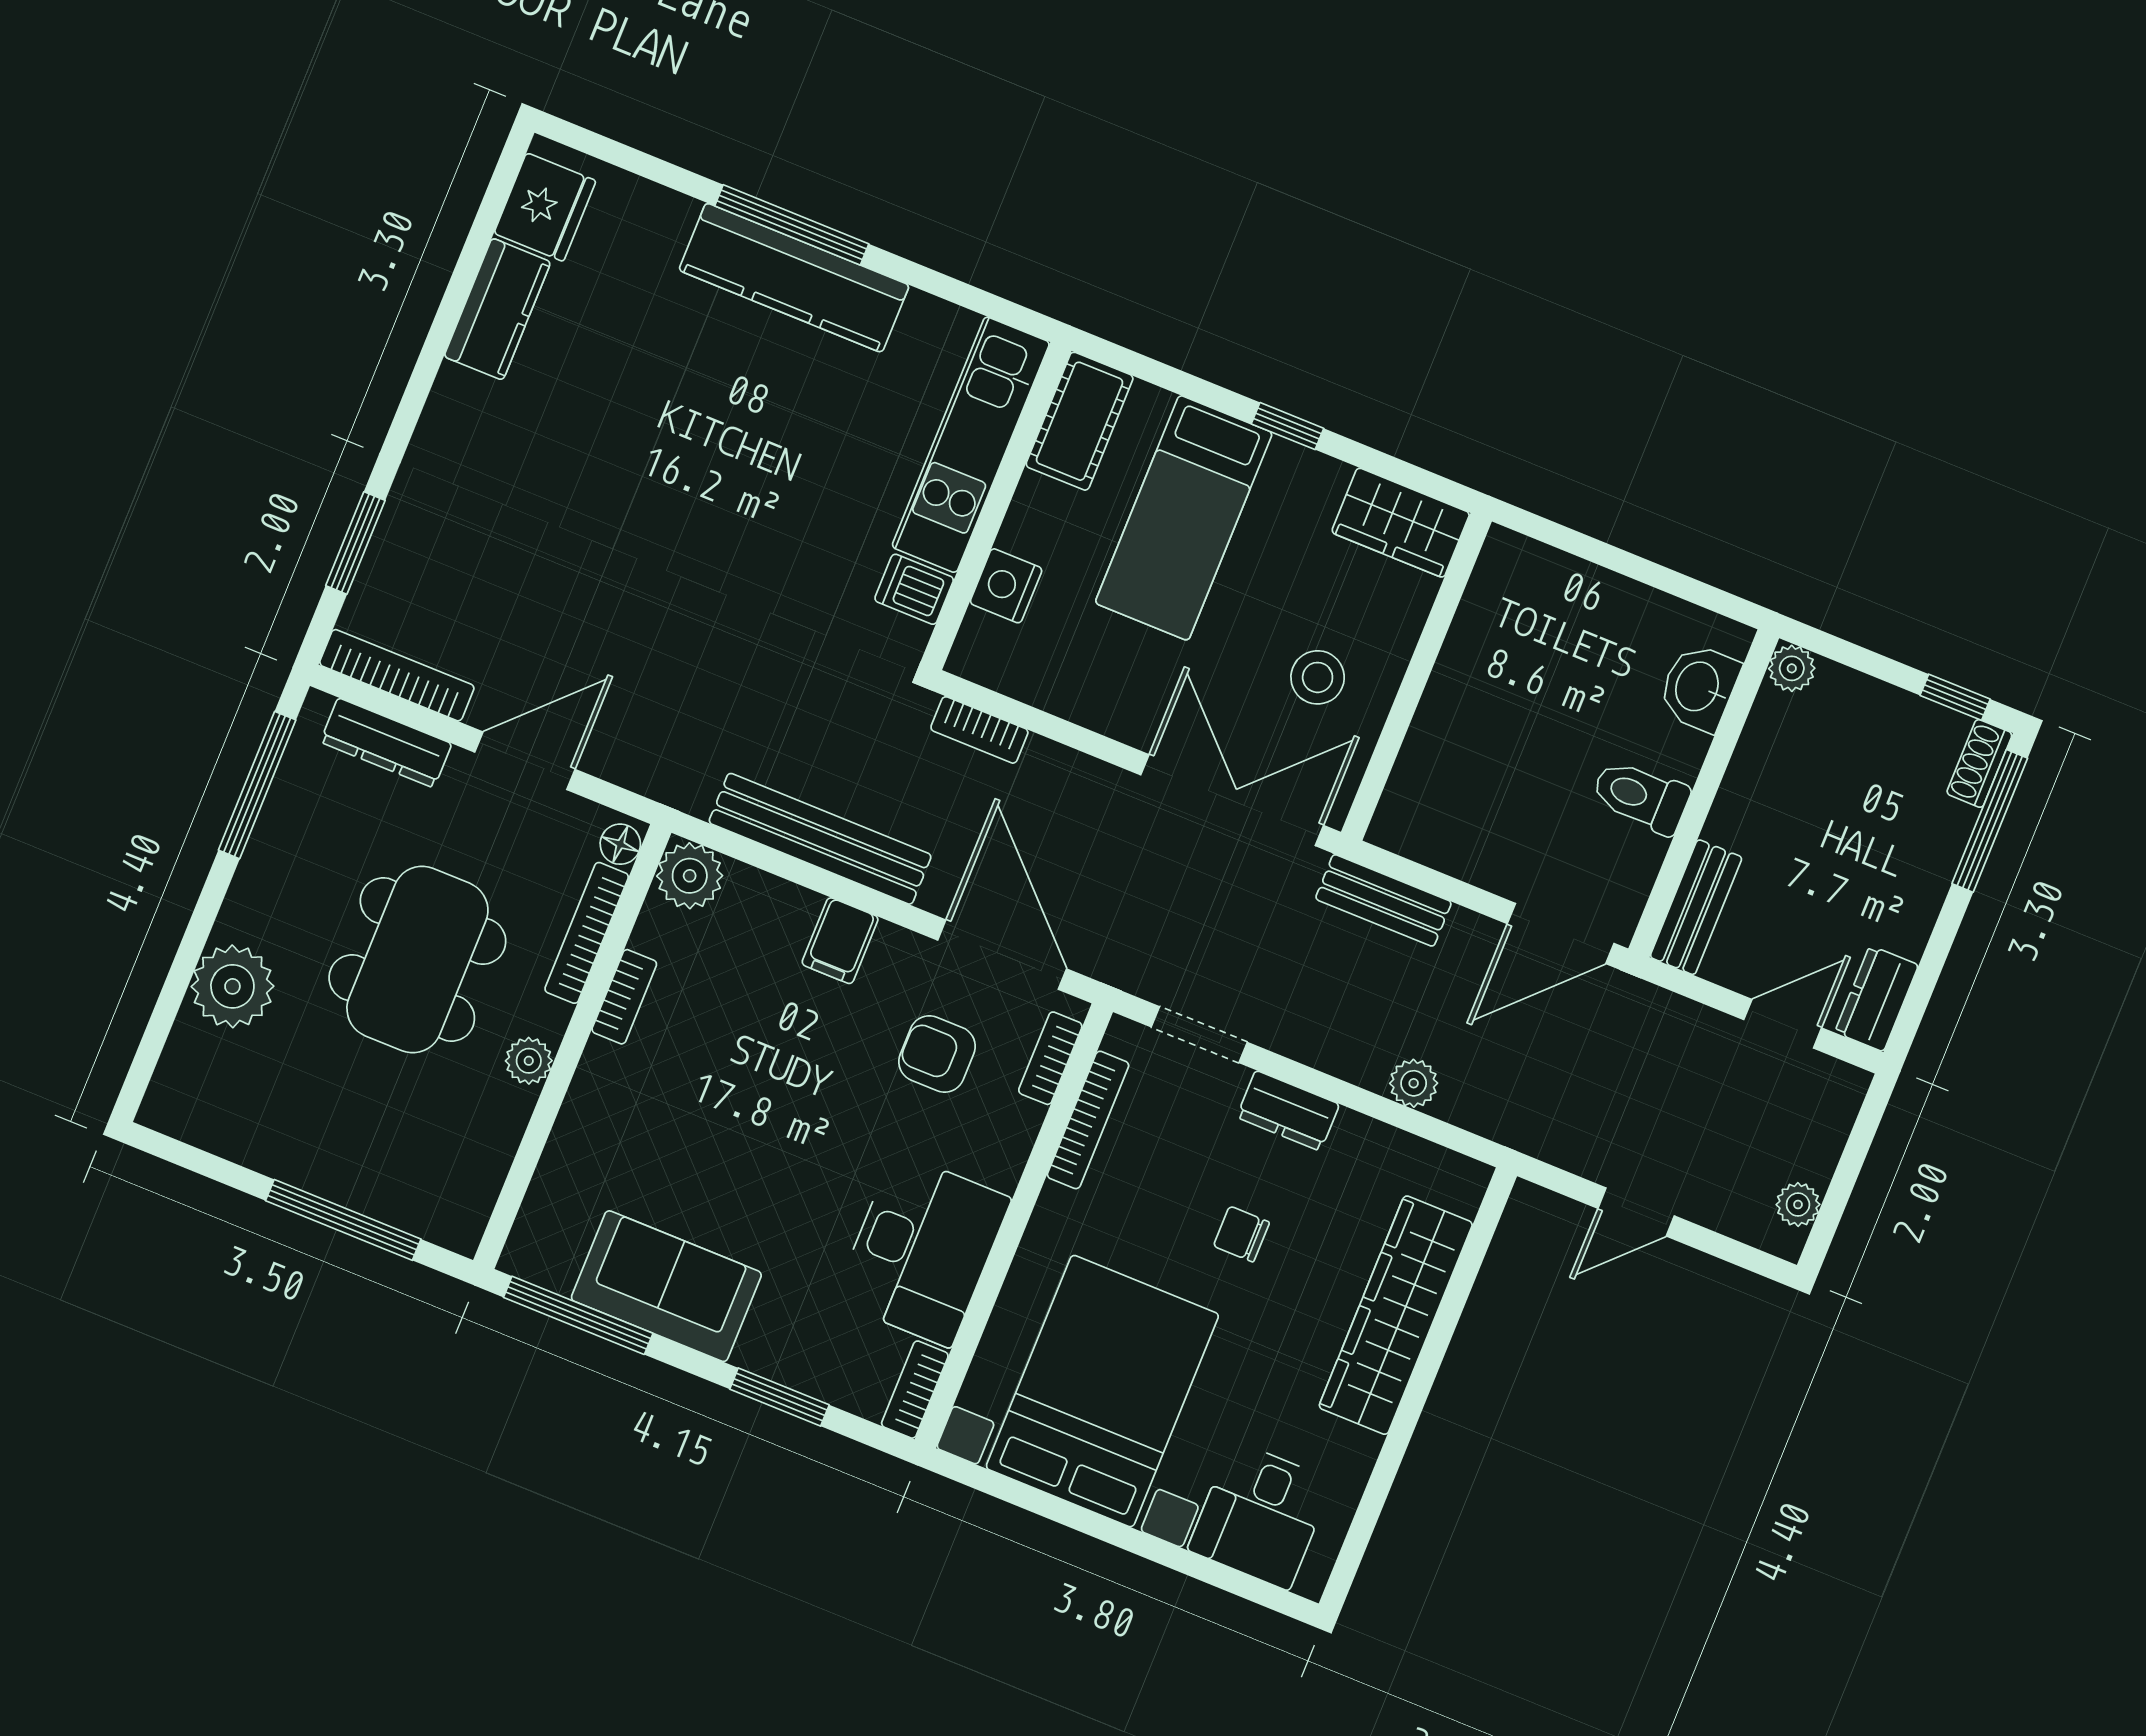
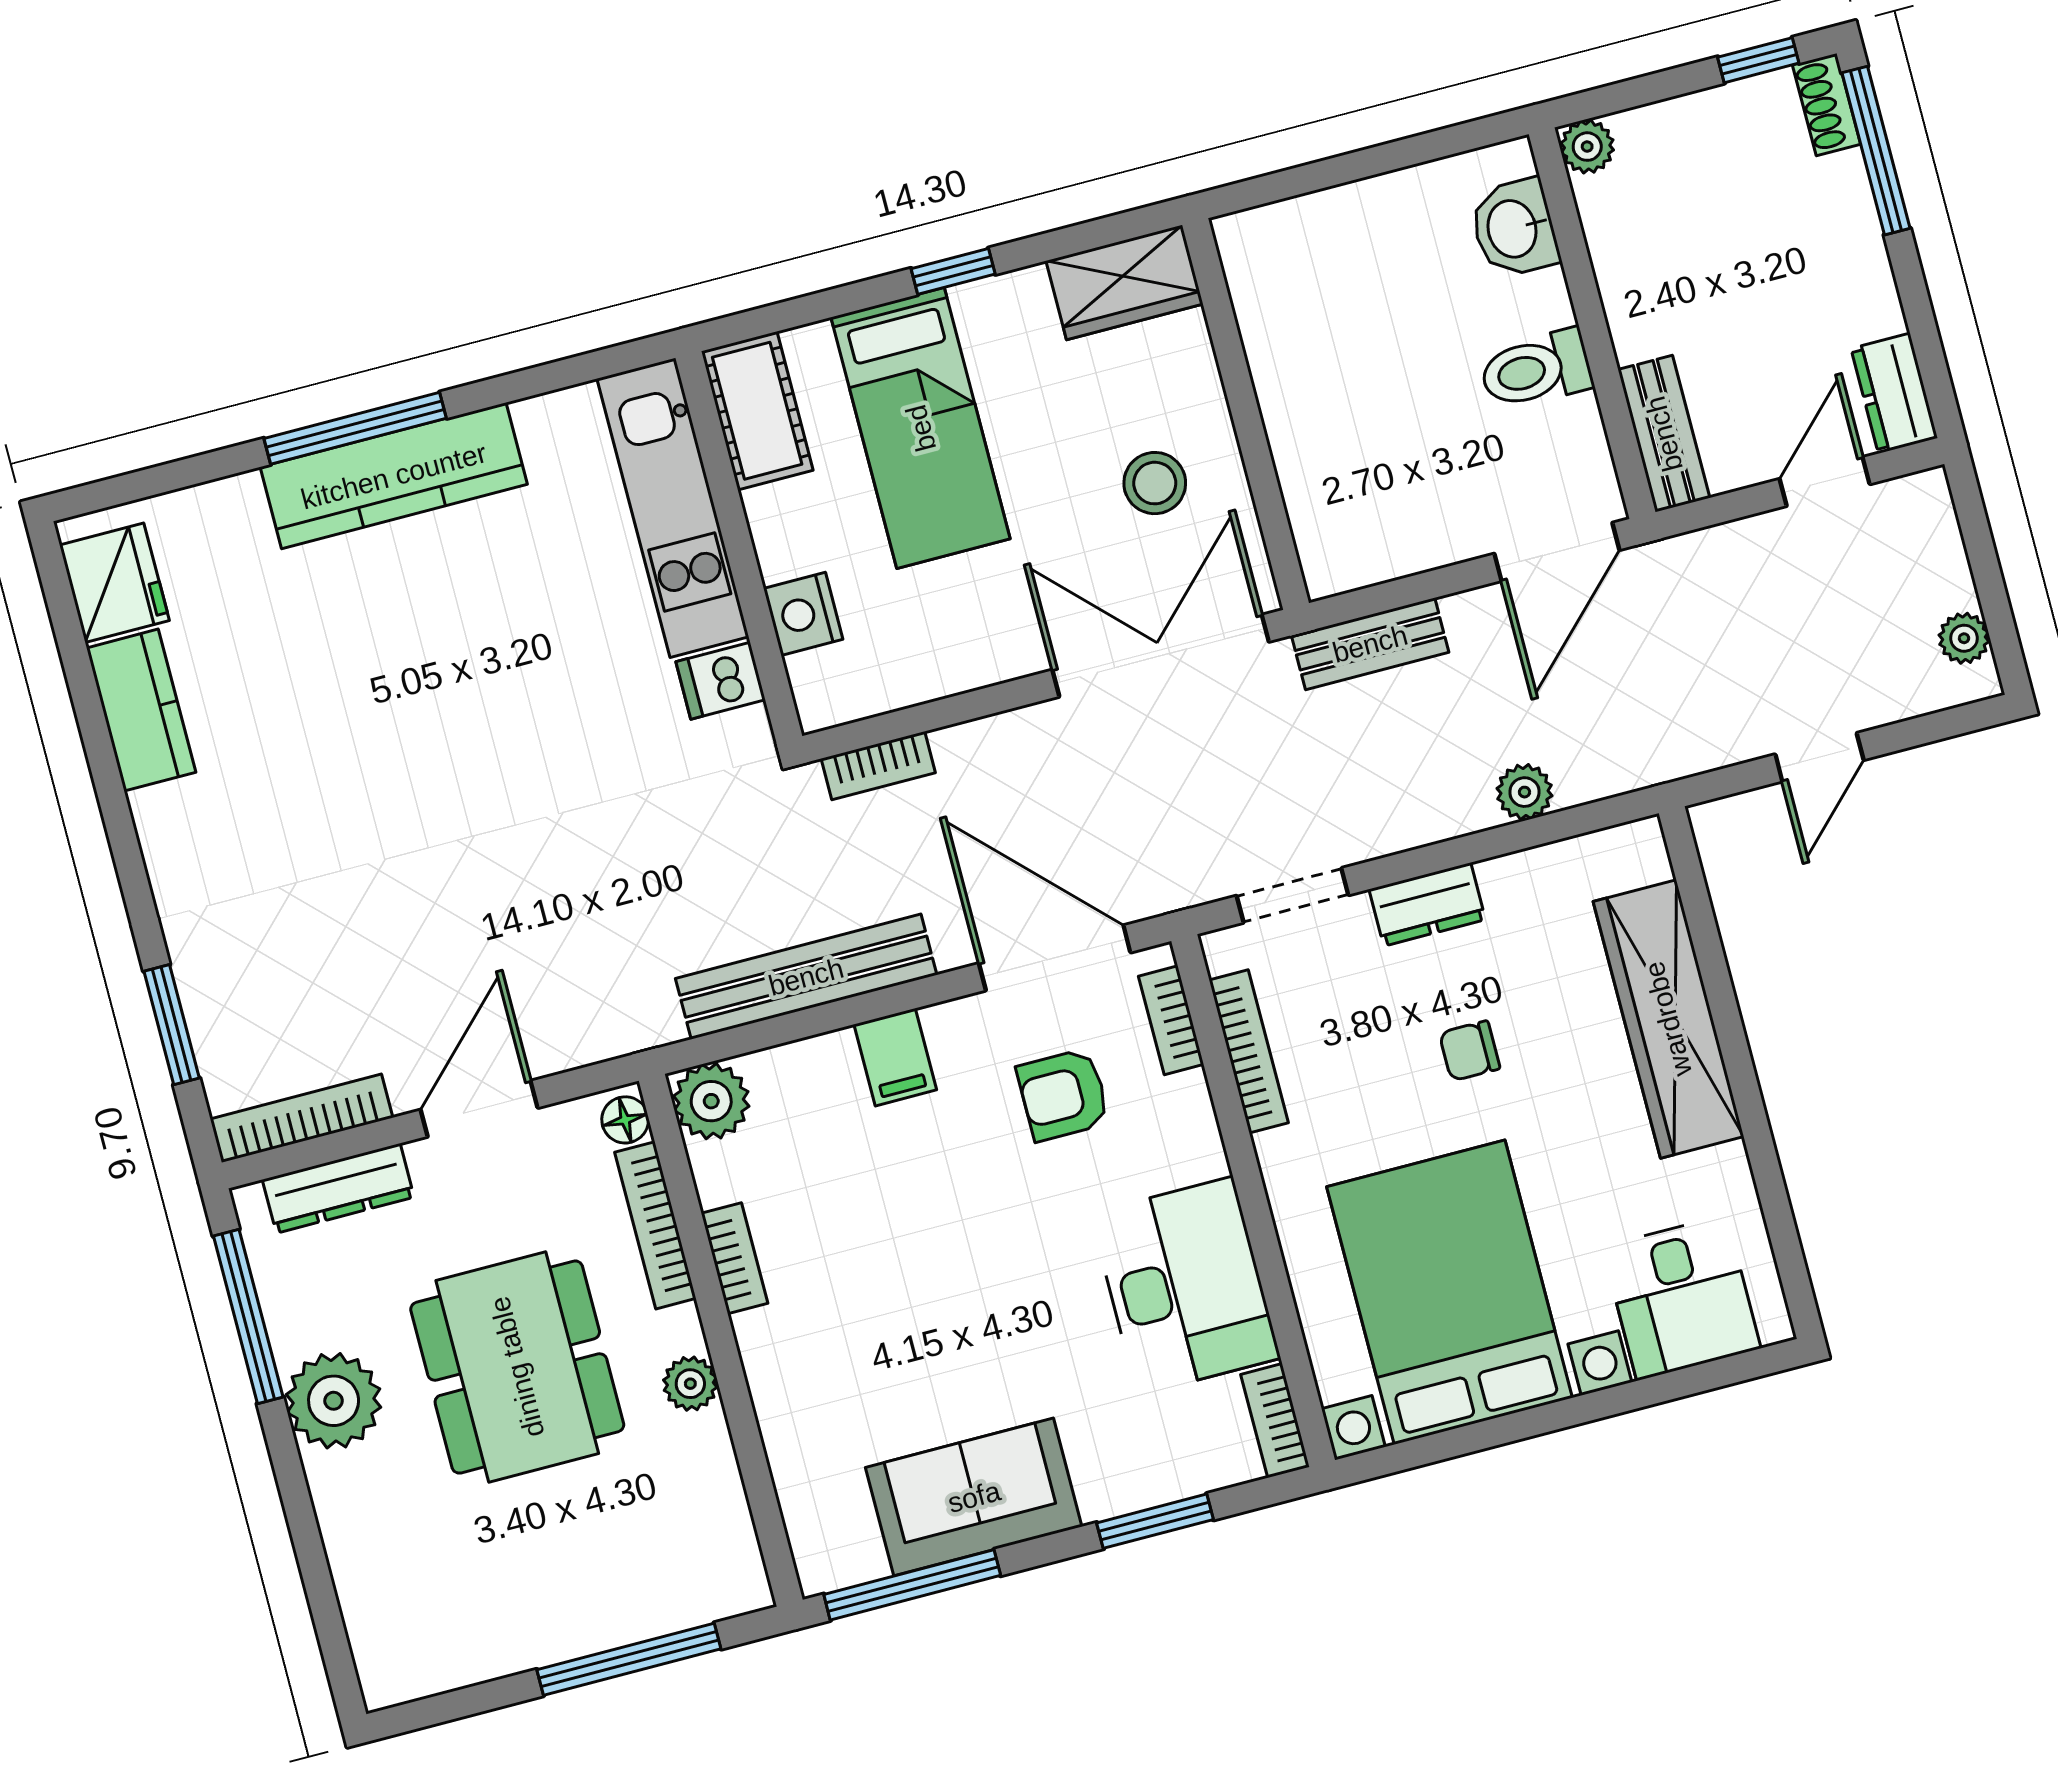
plant: (232, 986) -> (334, 1401), moved

